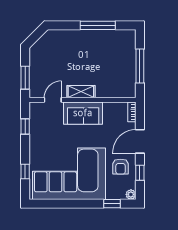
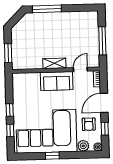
window: (98, 25) -> (47, 9), moved
door: (53, 100) -> (80, 69), moved
window: (25, 126) -> (10, 110), moved
plant: (113, 193) -> (83, 146), added
window: (112, 204) -> (52, 156), moved

